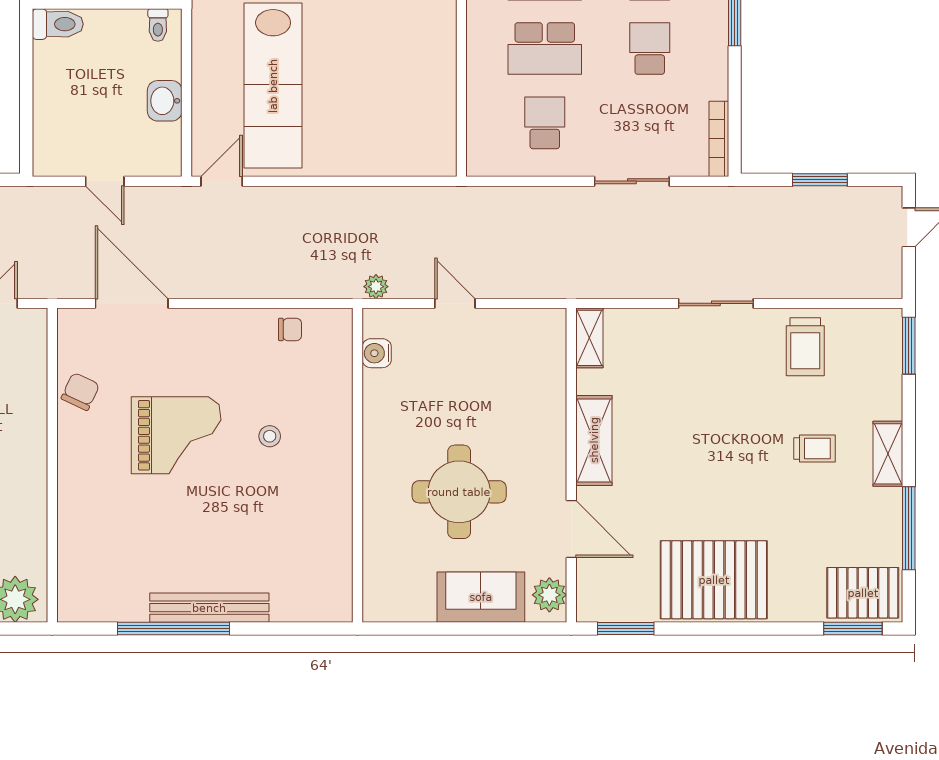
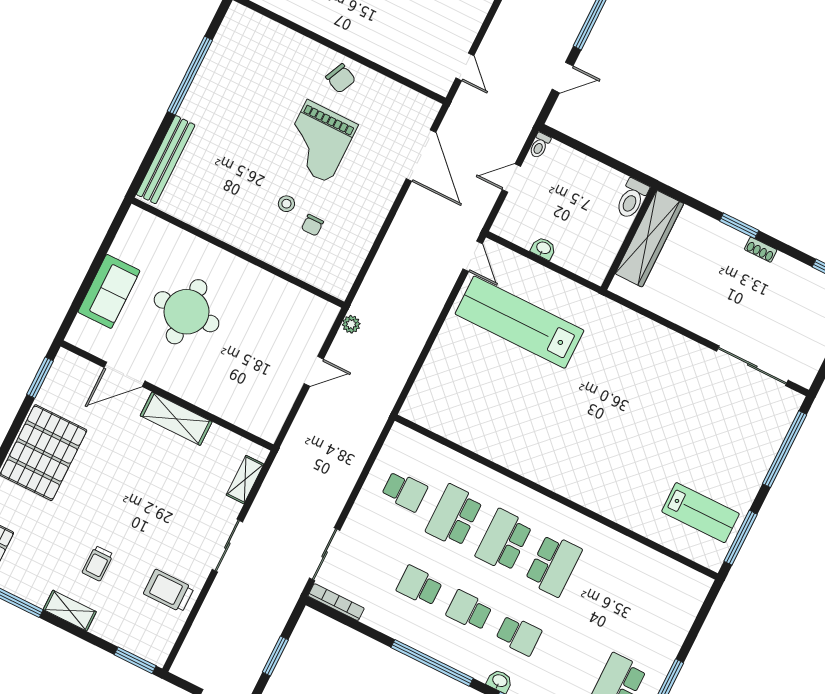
toilet: (158, 25) -> (540, 145), moved, turned -90
school desk: (650, 49) -> (419, 586), turned 180
washbasin: (165, 101) -> (543, 248), width x0.72, depth x0.69
sliding door: (632, 181) -> (325, 554), moved
door: (132, 303) -> (421, 155), hinge flipped
chair: (290, 329) -> (312, 225), moved
shelving: (589, 338) -> (245, 480), moved, turned 90
water cooler: (377, 353) -> (306, 303), removed
chair: (80, 391) -> (341, 78), moved
plant: (549, 595) -> (88, 338), removed
bench: (209, 608) -> (166, 160), moved

